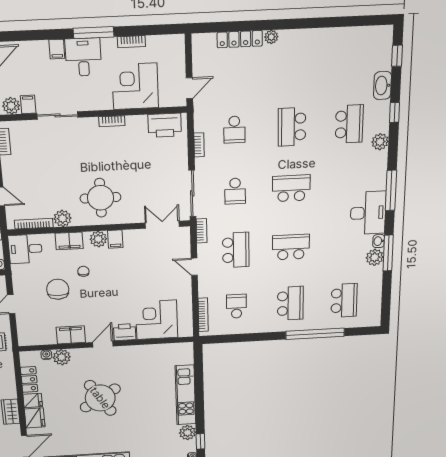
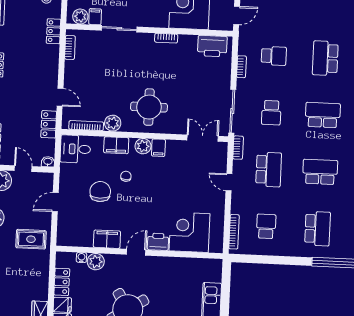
school desk: (234, 130) -> (274, 56), turned -90

